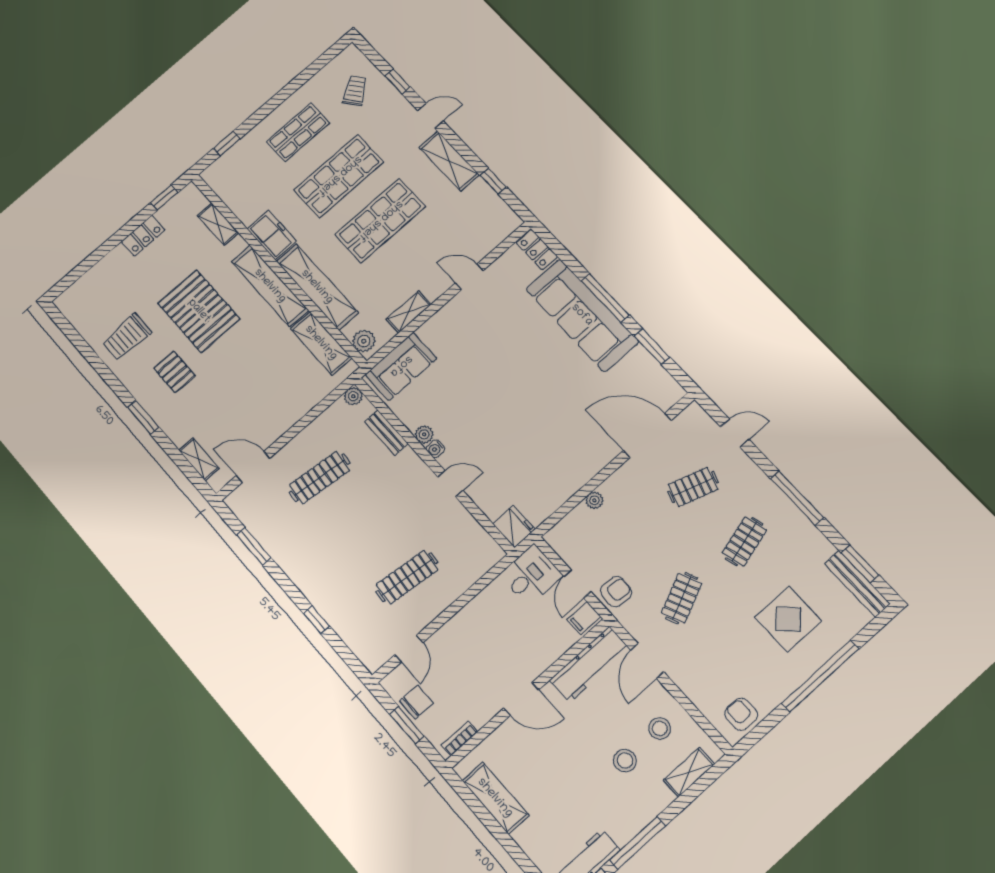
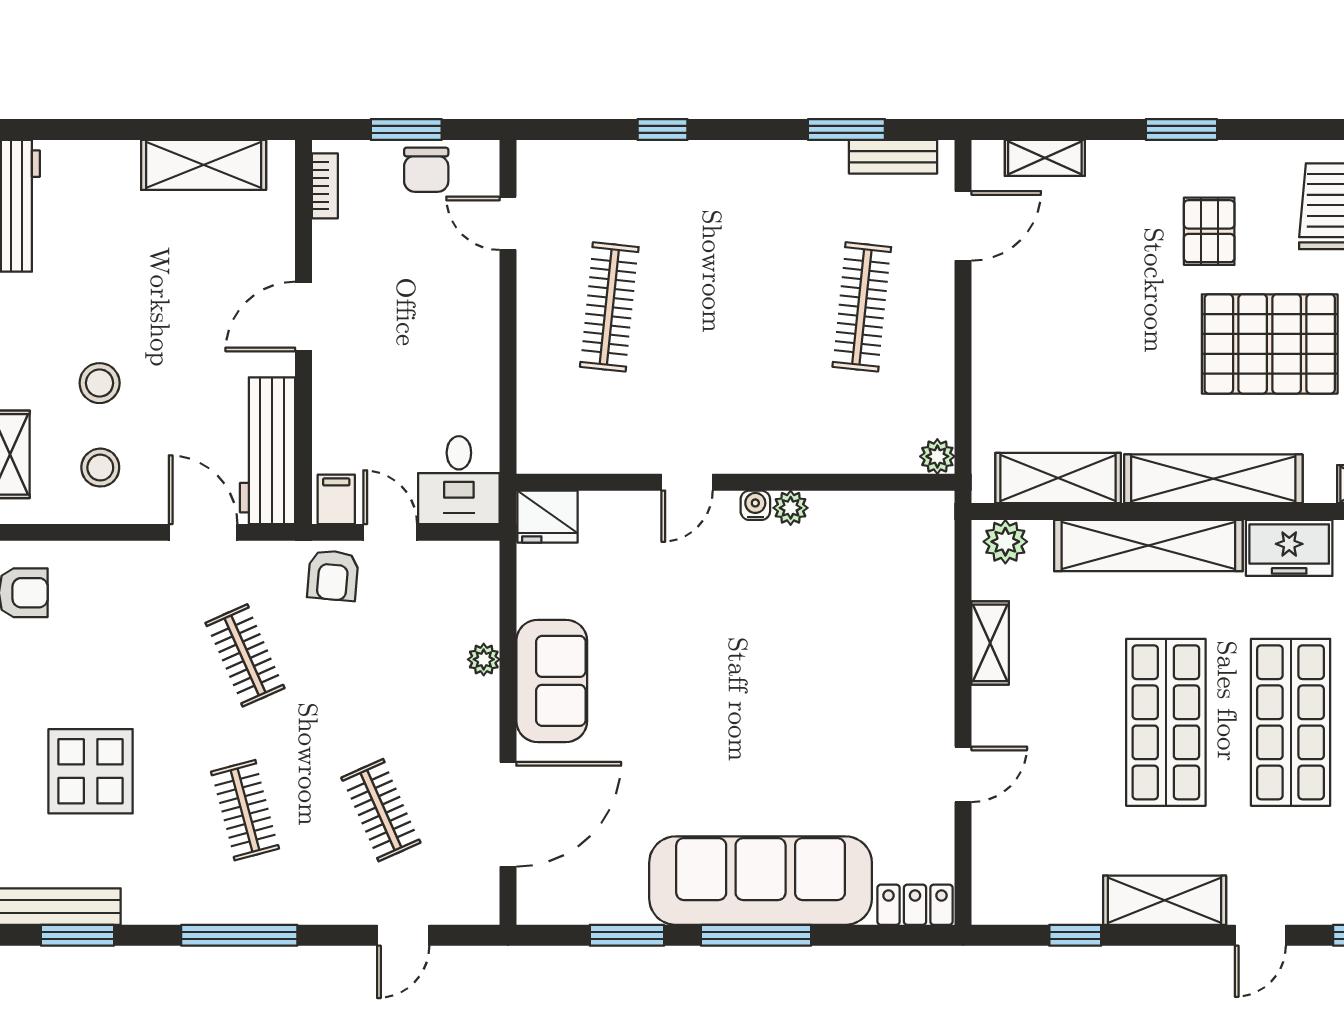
sofa: (401, 366) -> (552, 681), moved, turned 180
pallet: (174, 372) -> (1209, 231), turned 90
bench: (386, 433) -> (893, 157), moved
clothes rail: (693, 487) -> (381, 810), turned -42

